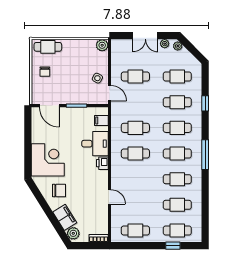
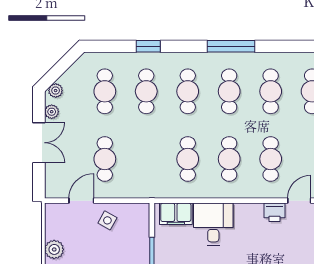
plant: (102, 45) -> (54, 249), moved
door: (110, 93) -> (81, 201), moved
filing cabinet: (101, 120) -> (176, 214), width x2.00
printer: (102, 163) -> (274, 212), moved
cafe table: (135, 179) -> (271, 159), added

